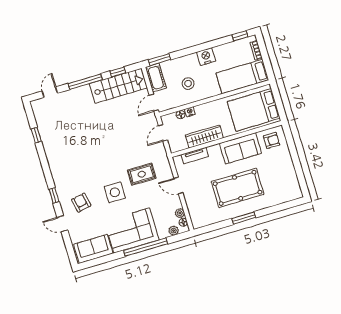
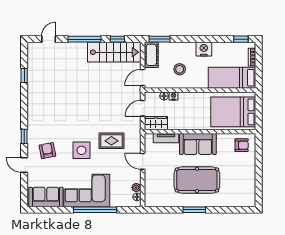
wardrobe: (204, 137) -> (156, 123), moved, width x0.67
sofa: (240, 148) -> (198, 144), moved
plant: (174, 231) -> (126, 202), removed

